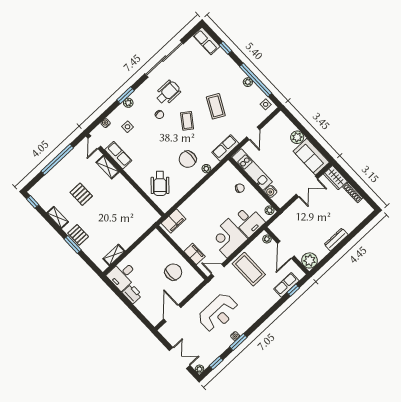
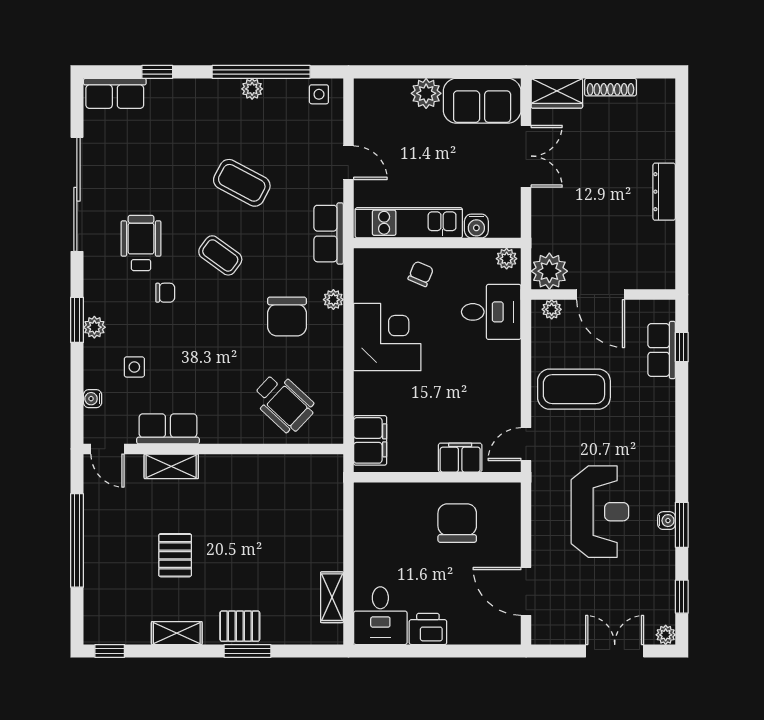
pallet: (81, 194) -> (175, 555), turned 90
corner desk: (228, 238) -> (387, 337), moved, turned 180
plant: (310, 260) -> (549, 271), moved

